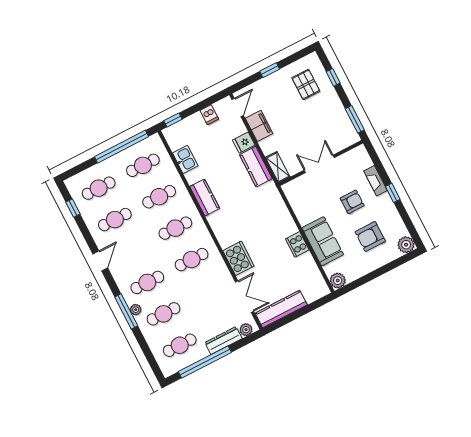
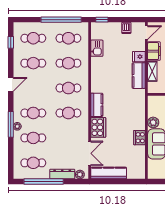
shelving: (278, 167) -> (152, 71), moved
kitchen counter: (205, 197) -> (97, 105), moved
plant: (338, 281) -> (153, 122), moved

